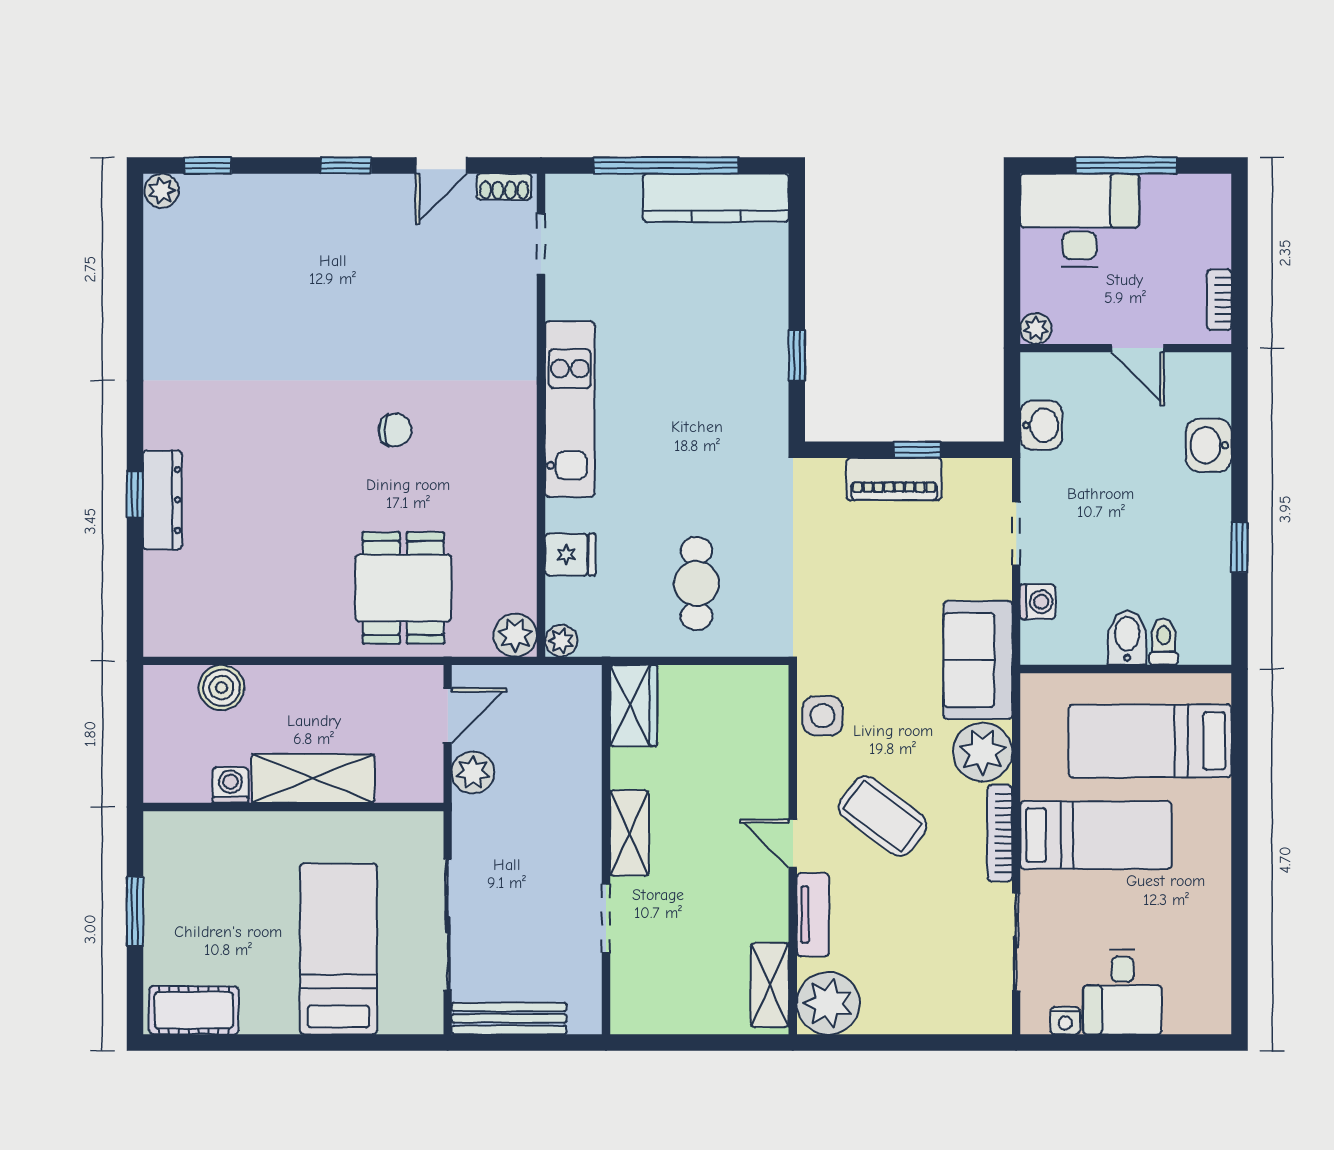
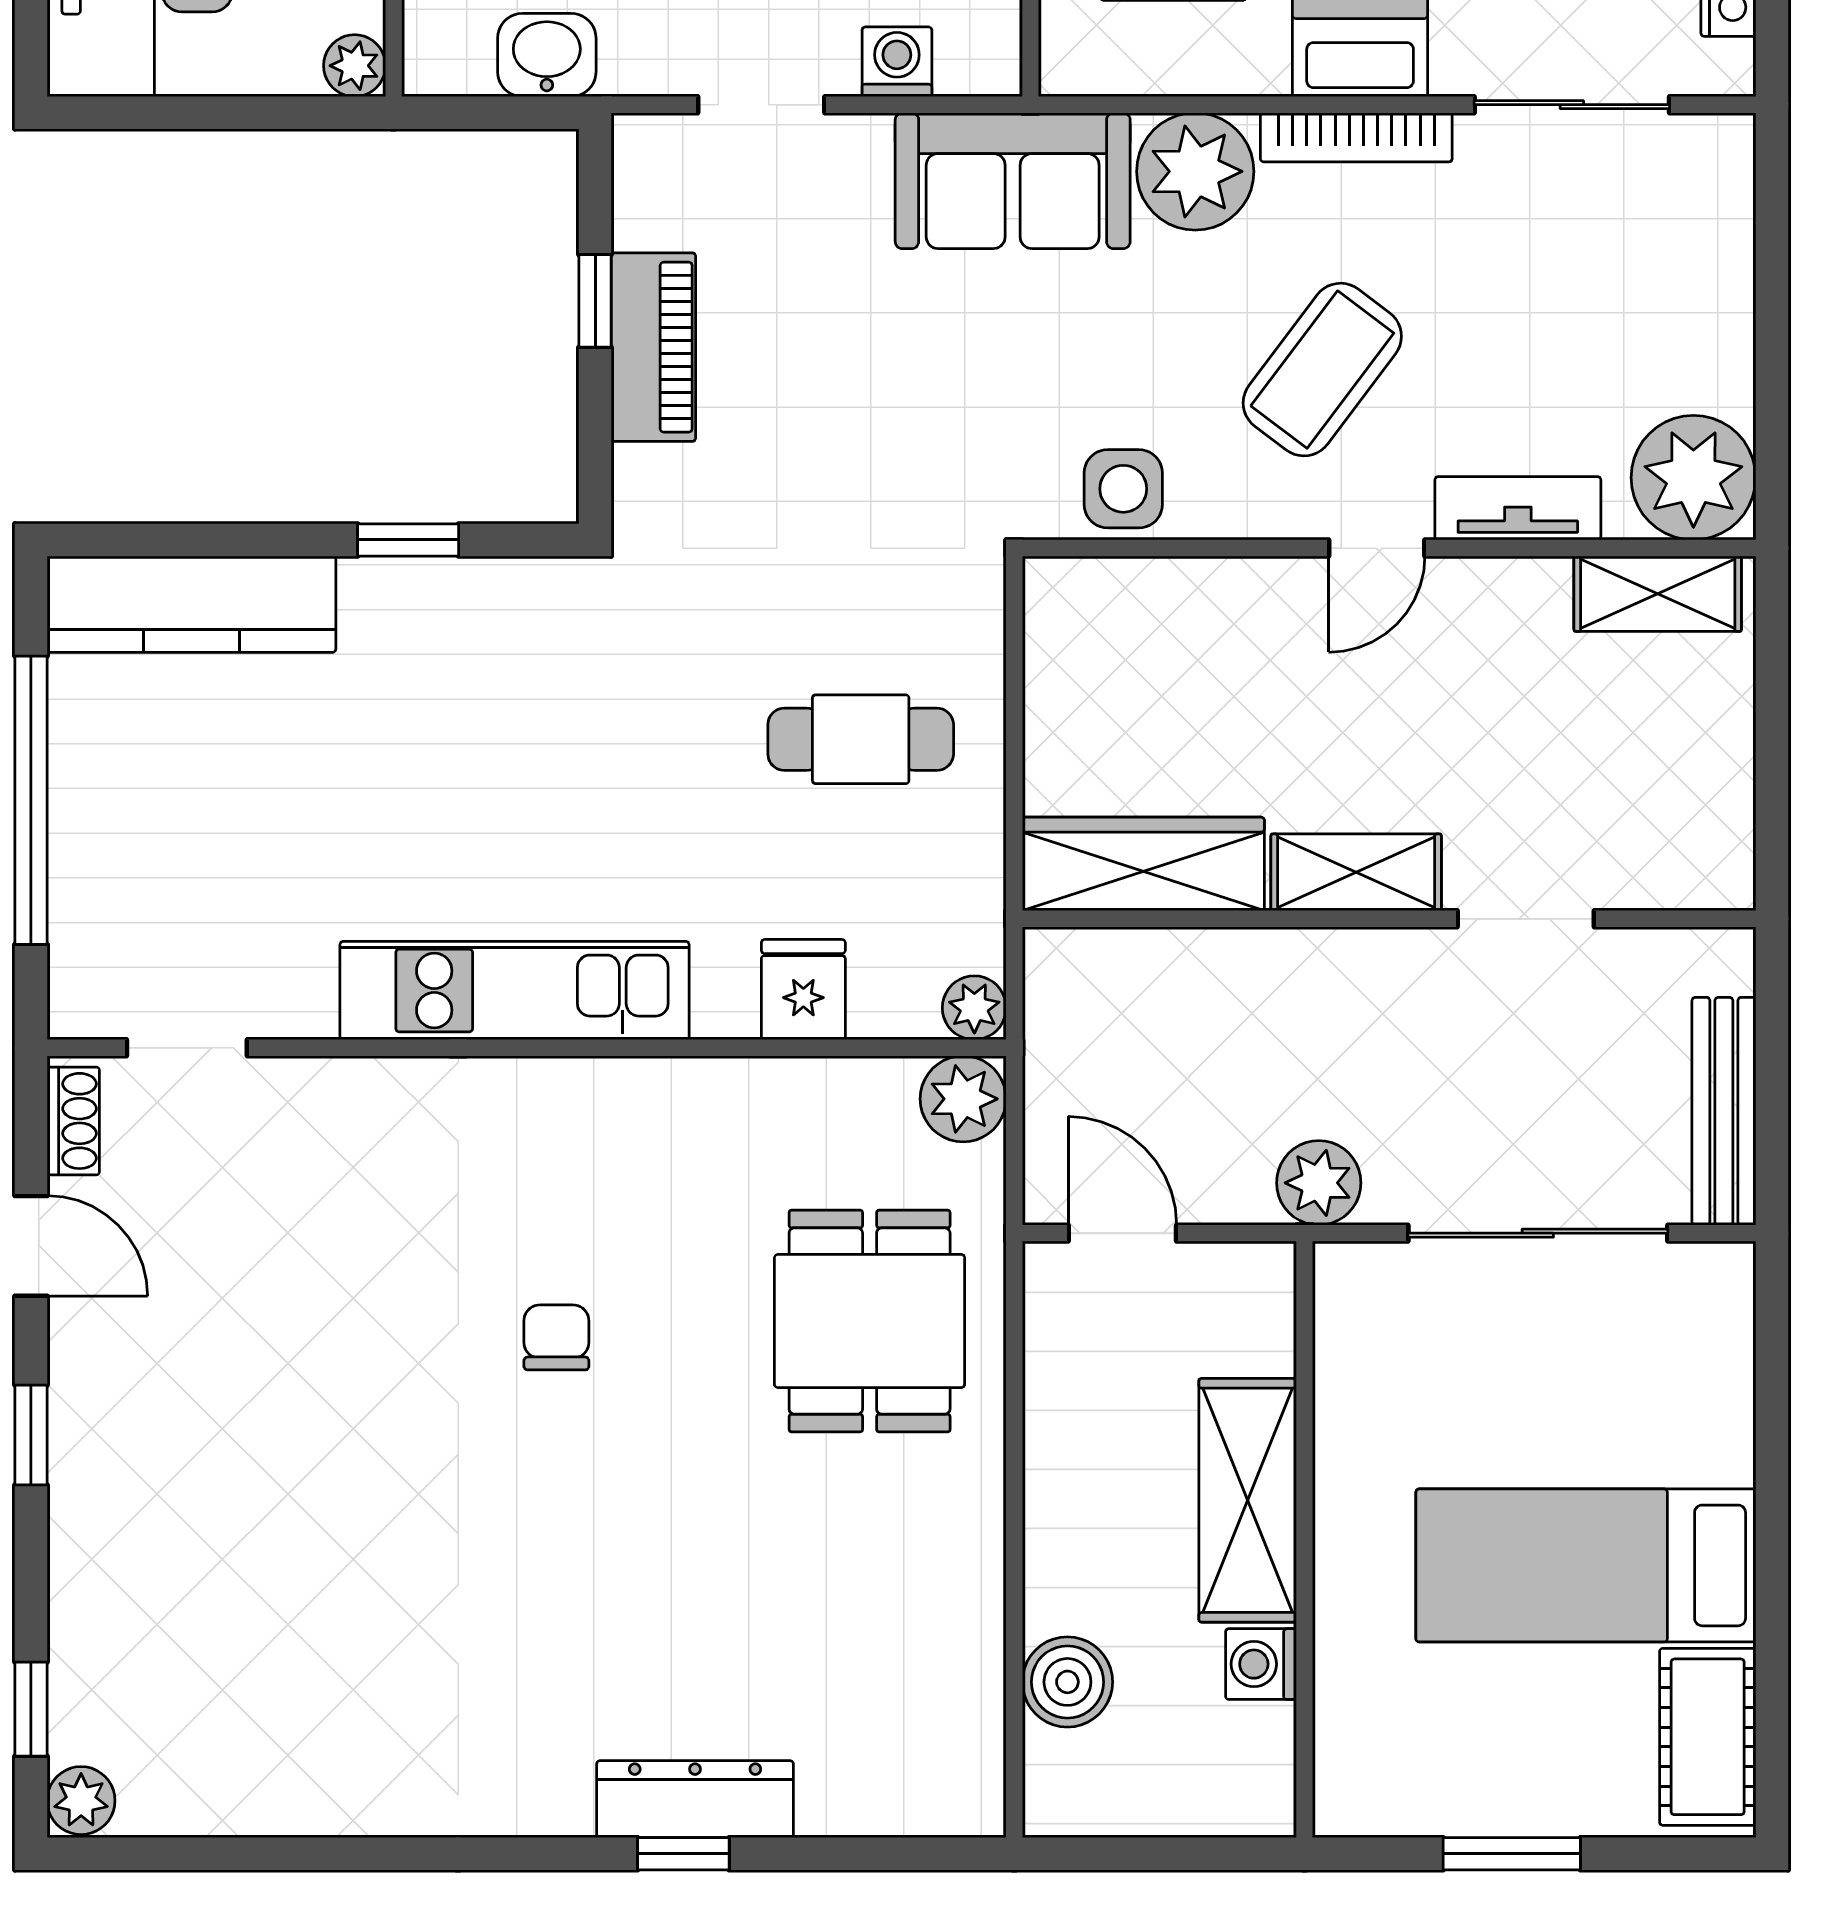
kitchen counter: (716, 198) -> (191, 604), moved, turned 90
dining table: (403, 588) -> (870, 1321), turned 90
wardrobe: (634, 706) -> (1143, 864), width x1.50
plant: (473, 773) -> (1319, 1183), moved
bed: (338, 949) -> (1586, 1565), moved

